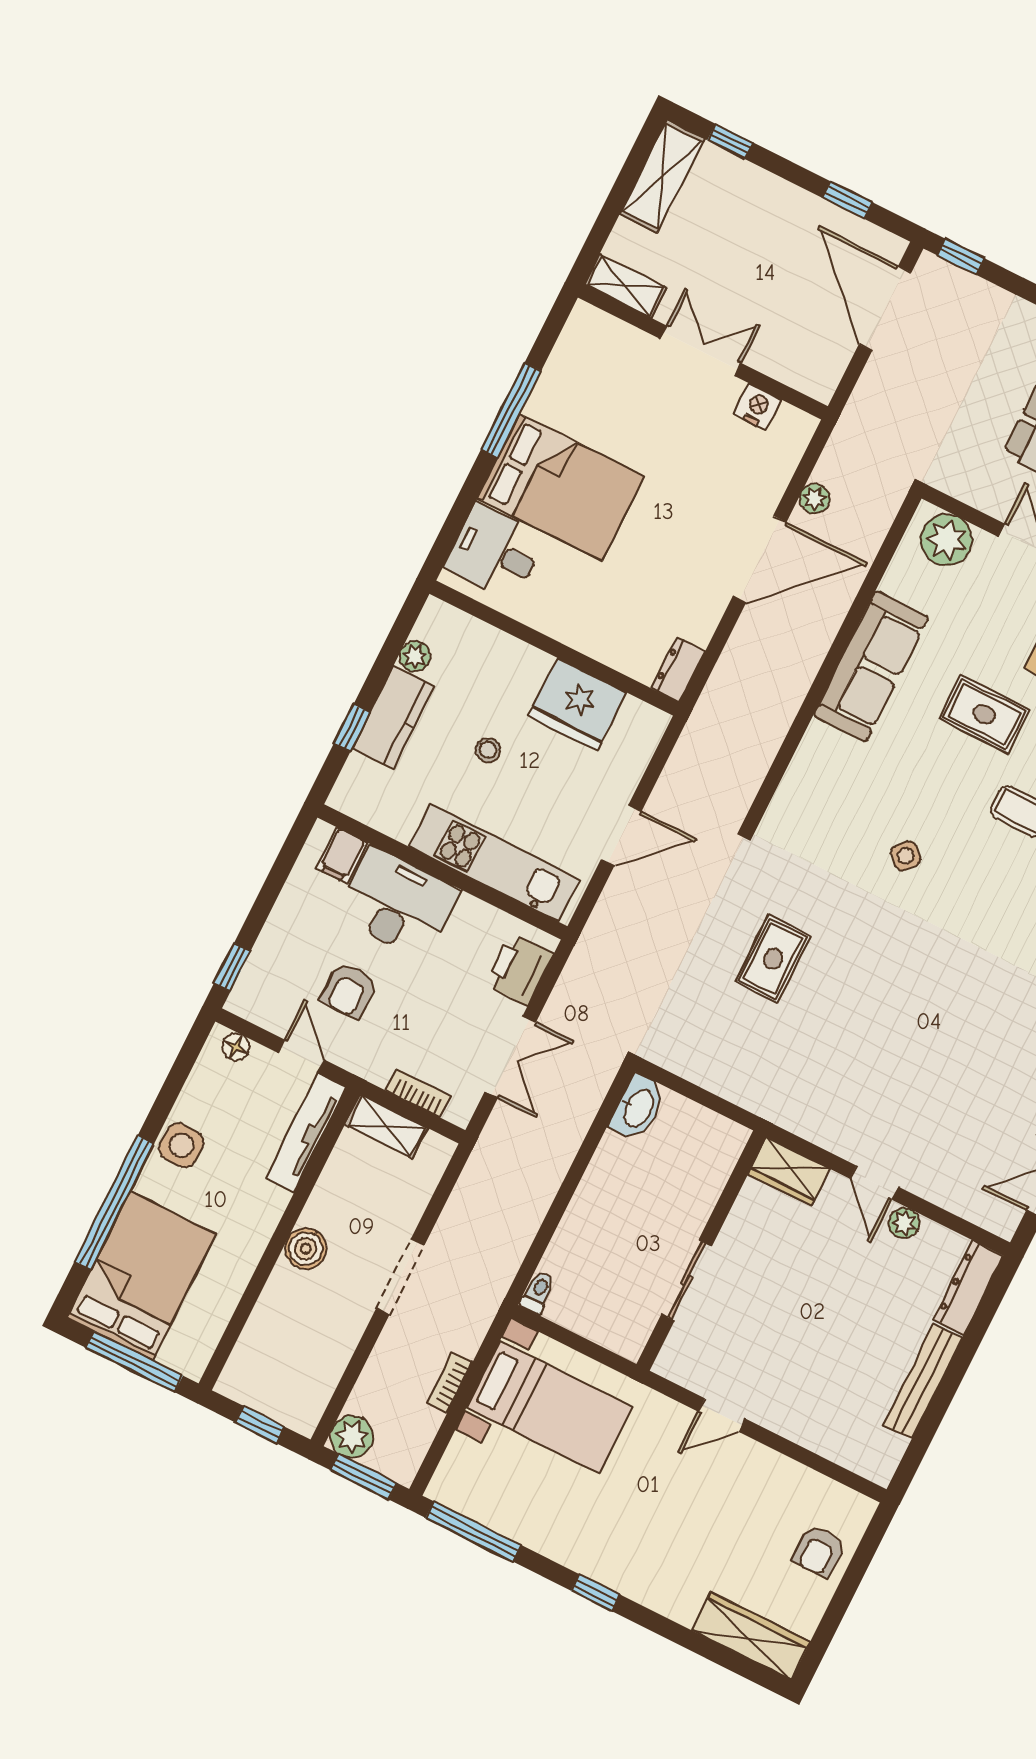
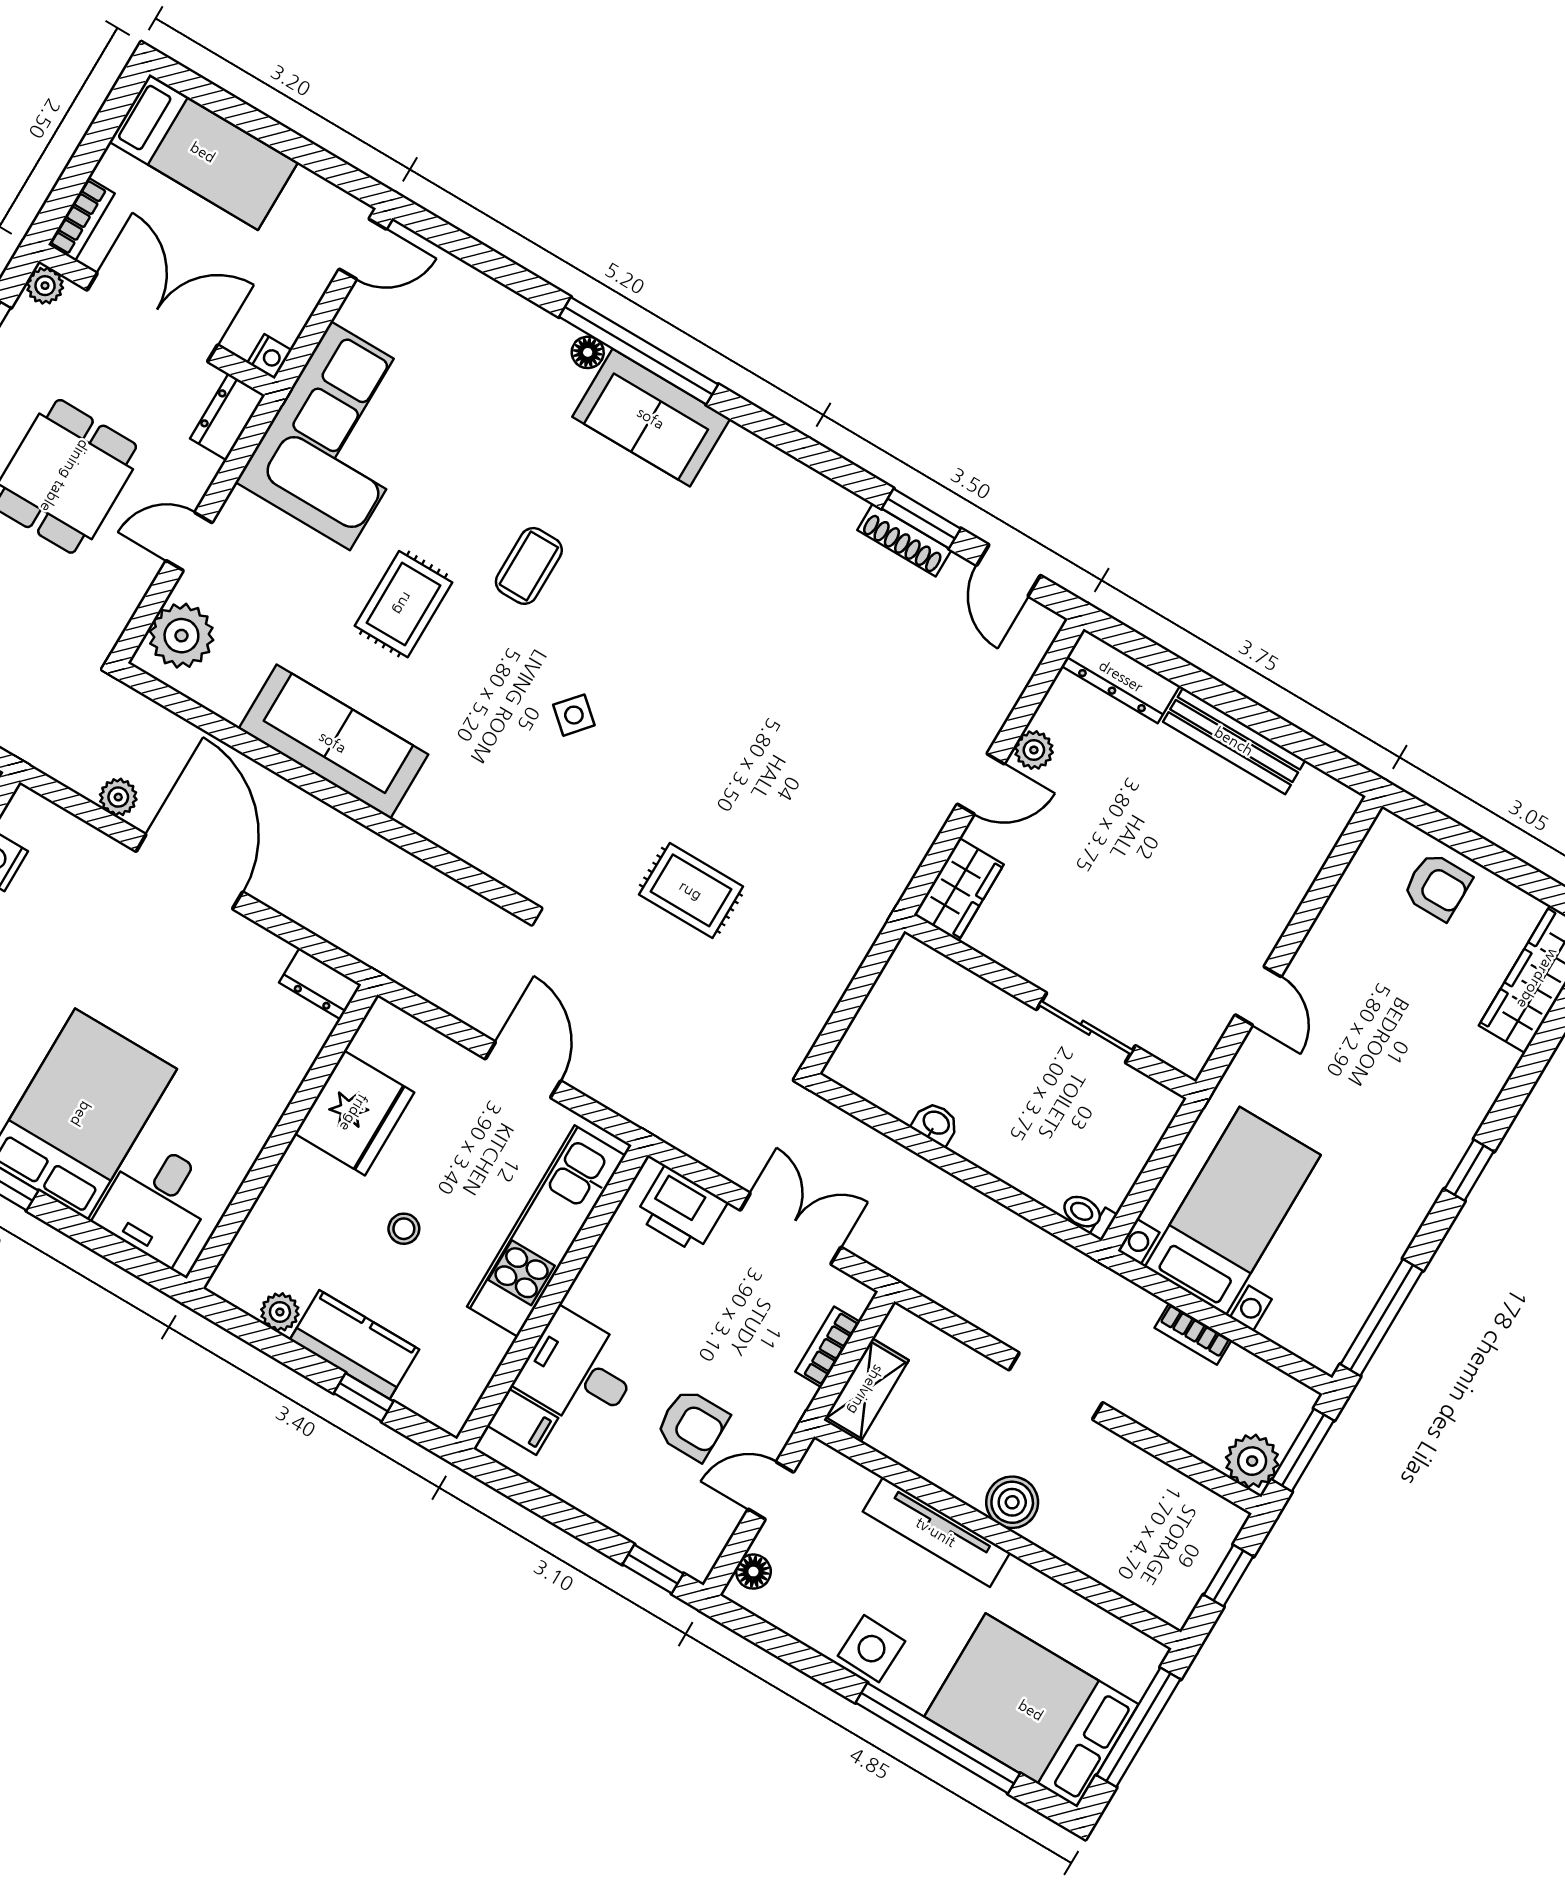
desk: (398, 903) -> (579, 1371), width x0.73
washbasin: (638, 1108) -> (936, 1124), moved, width x0.52, depth x0.69
tv unit: (306, 1133) -> (936, 1532), moved

